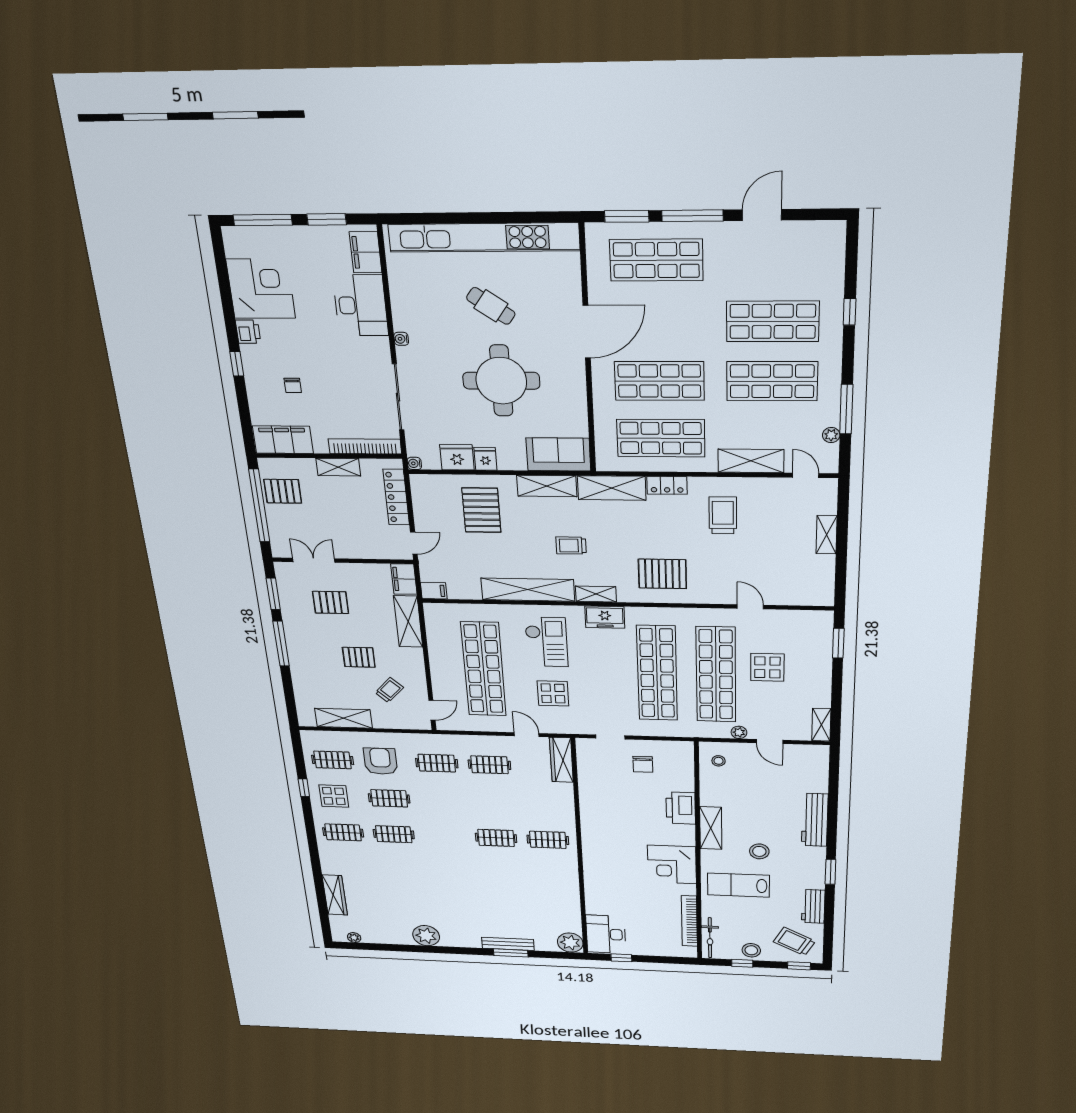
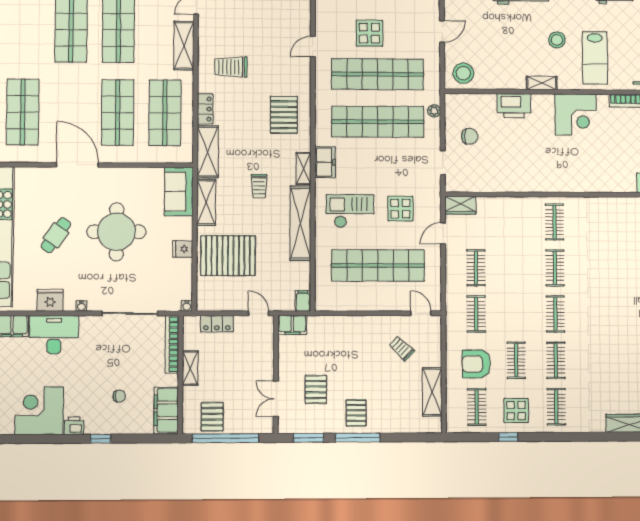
fridge: (457, 457) -> (50, 300), moved, turned 90
locker: (396, 497) -> (217, 324), width x0.66
pallet: (481, 510) -> (228, 256), width x1.37, depth x1.41
shelving: (408, 621) -> (333, 325), removed
pallet: (359, 657) -> (356, 413), moved
plant: (739, 732) -> (434, 111), moved
wardrobe: (561, 760) -> (460, 205), width x0.67
stool: (719, 761) -> (463, 73), width x1.89, depth x1.89
shelving: (711, 828) -> (542, 83), width x0.67, depth x0.75
clothes rail: (445, 836) -> (555, 314), added

